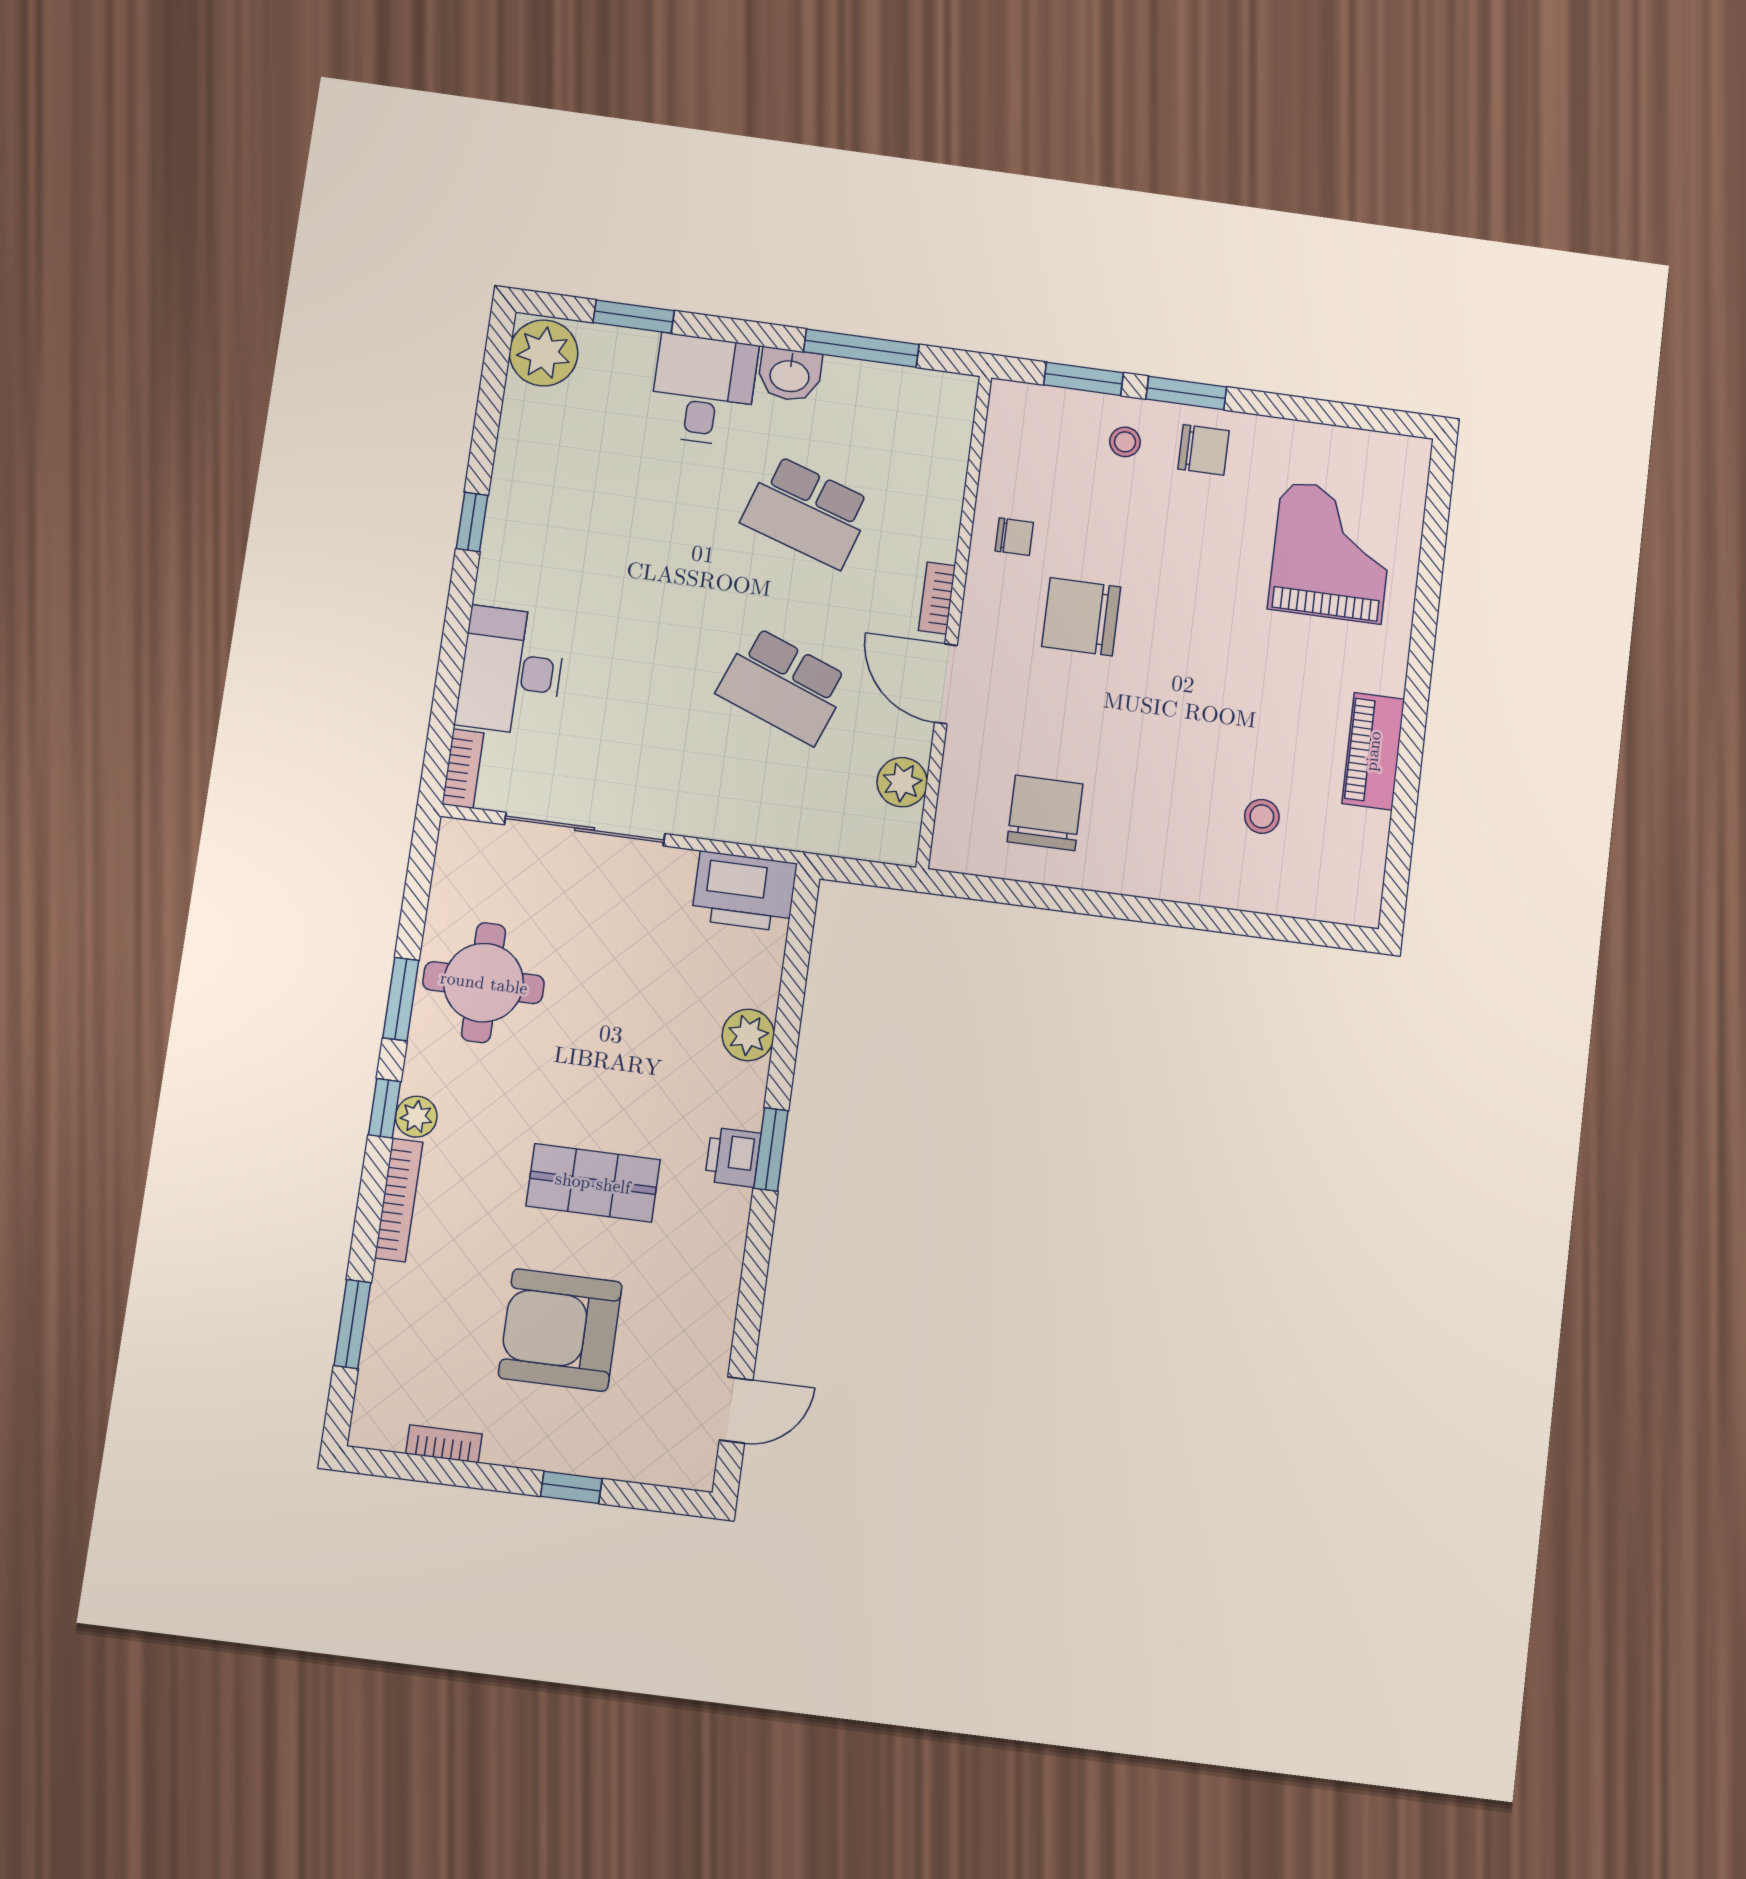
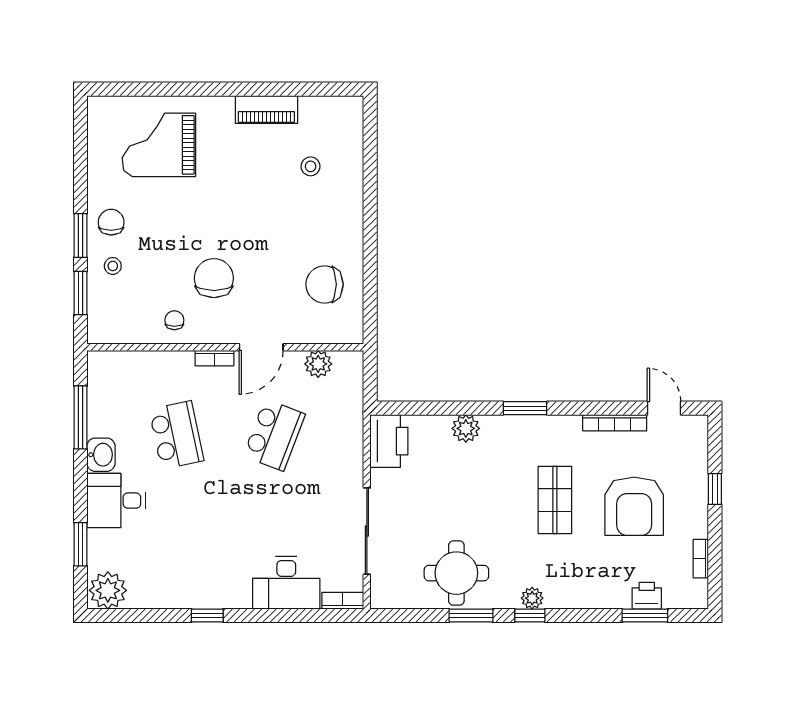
school desk: (807, 512) -> (176, 435), turned -30
chair: (1081, 617) -> (214, 278), turned 180
printer: (733, 1157) -> (647, 596), moved, turned 180
bookcase: (399, 1200) -> (615, 423), moved, turned 180

